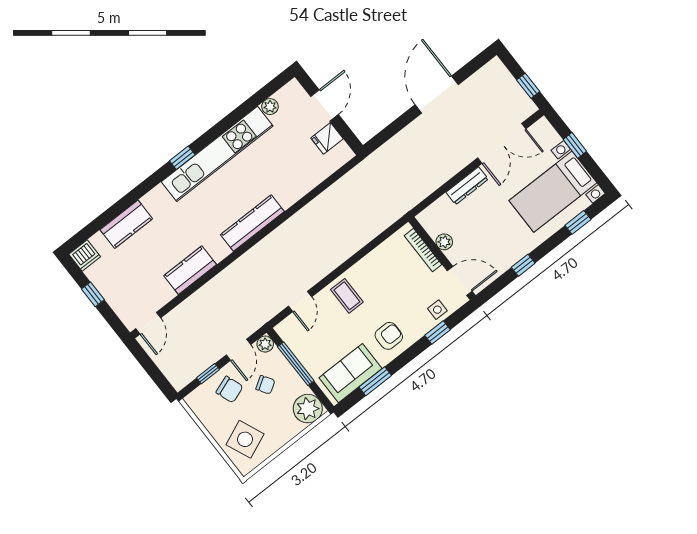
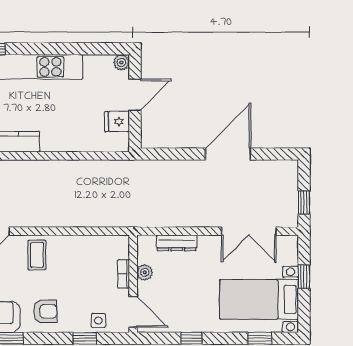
plant: (270, 107) -> (121, 62), moved
dresser: (467, 186) -> (177, 243), moved
bookcase: (423, 250) -> (123, 274), width x0.64

